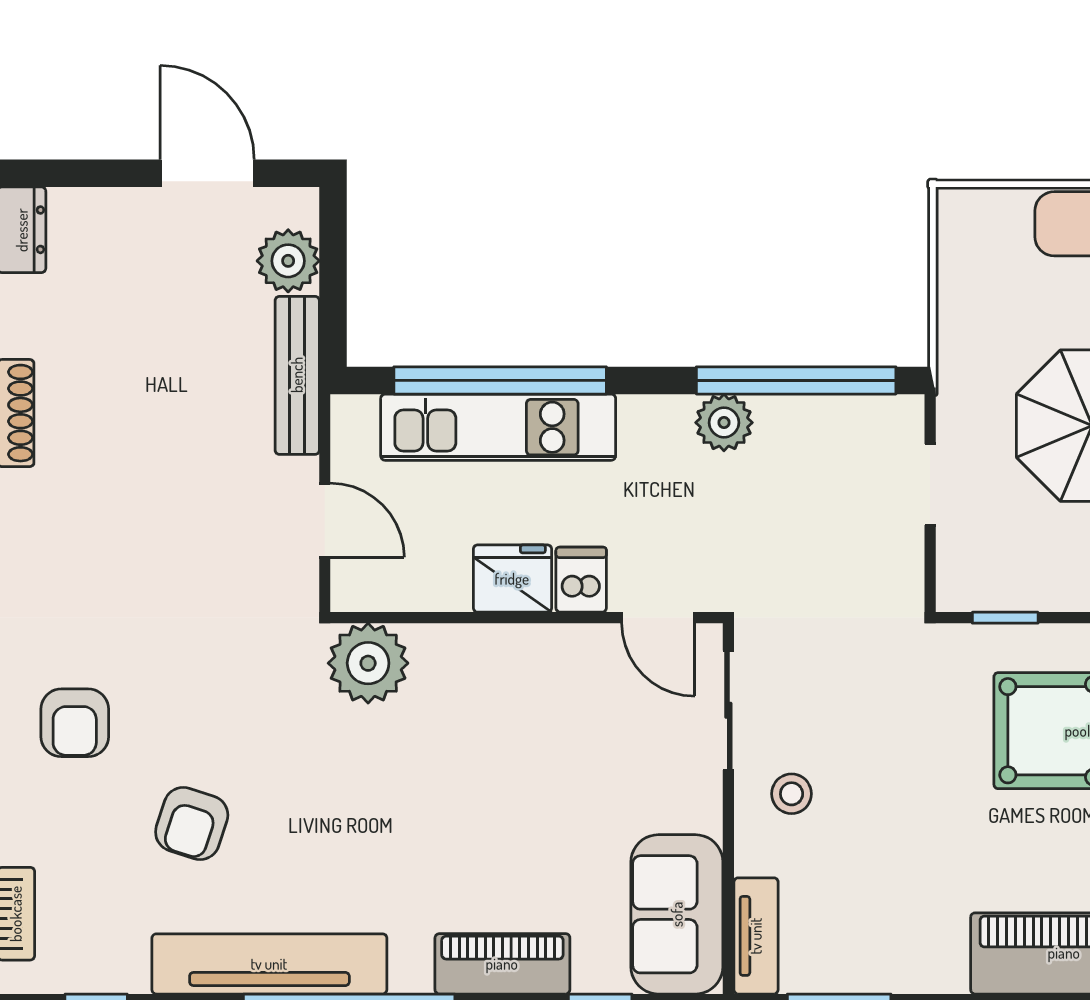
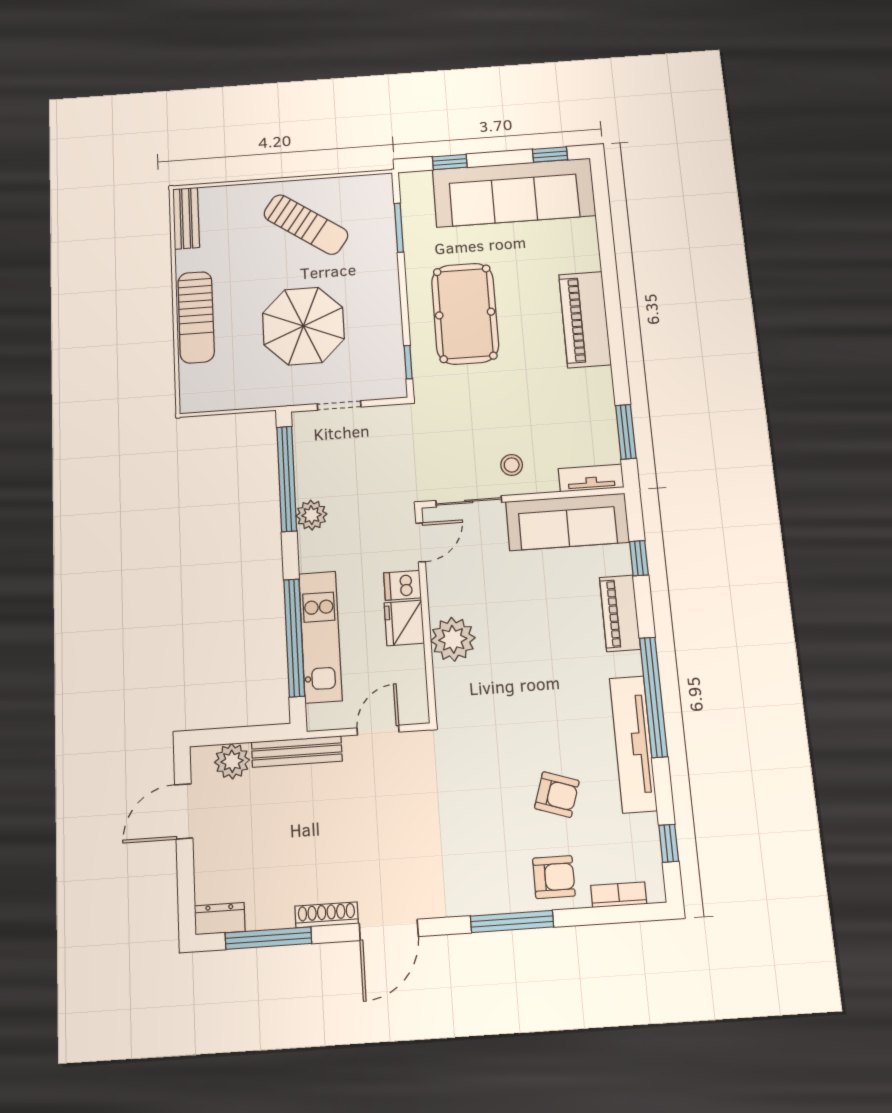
plant: (368, 663) -> (453, 639), moved
armchair: (75, 723) -> (554, 877), moved
sofa: (677, 914) -> (567, 522), width x1.36

